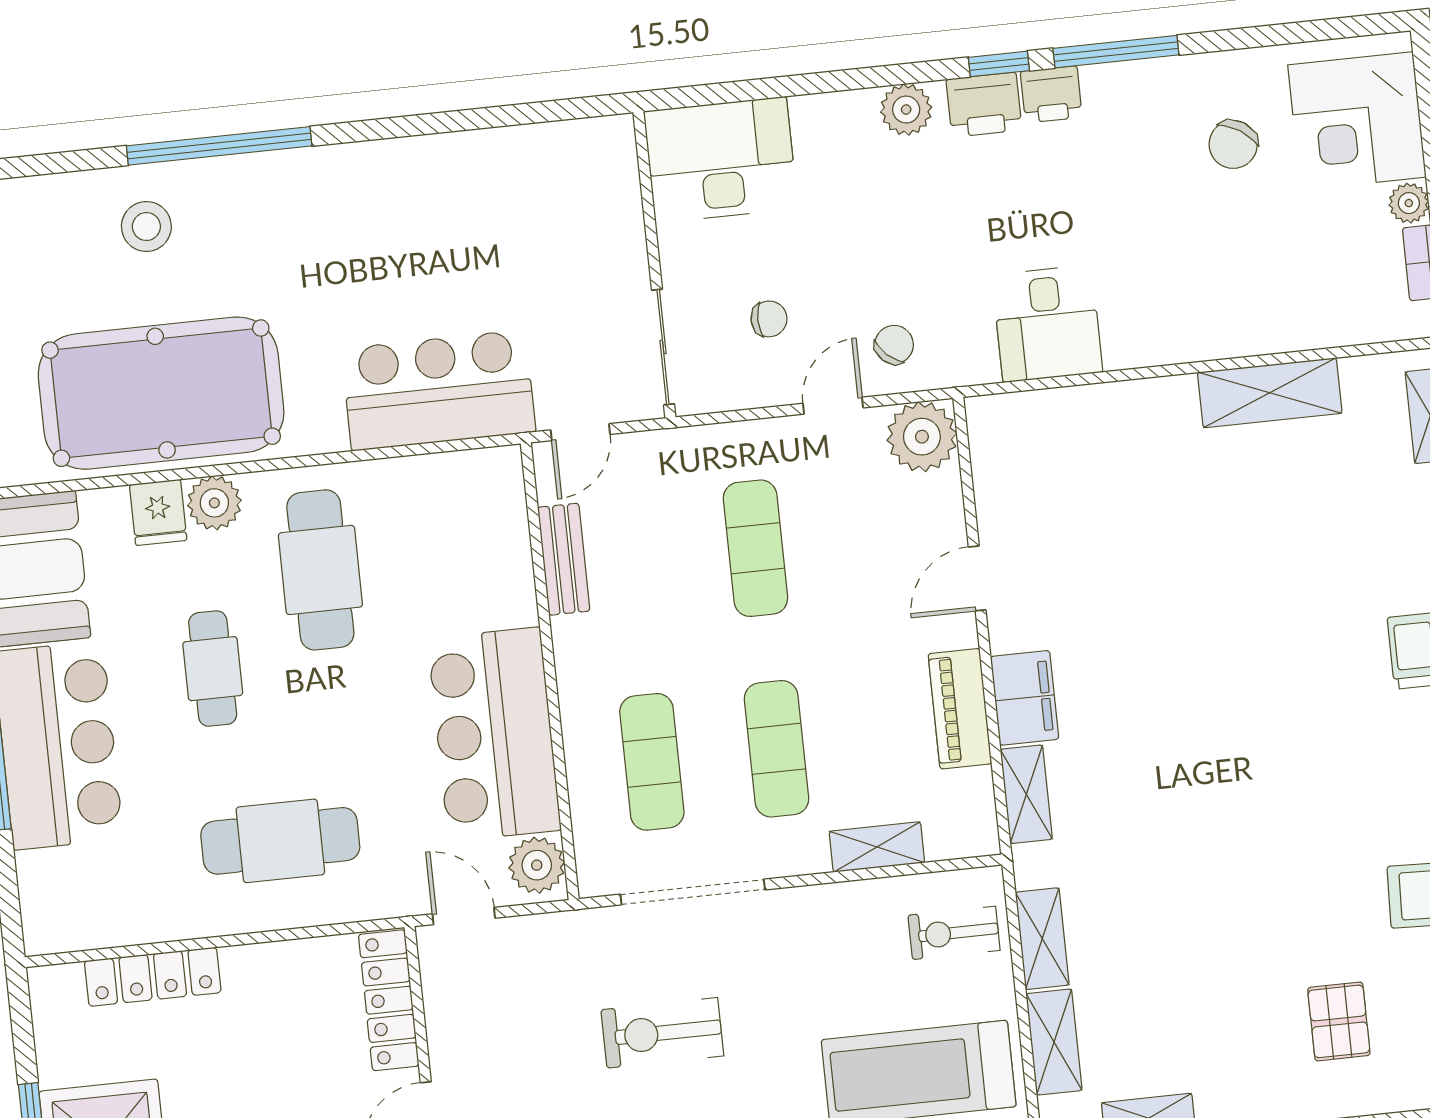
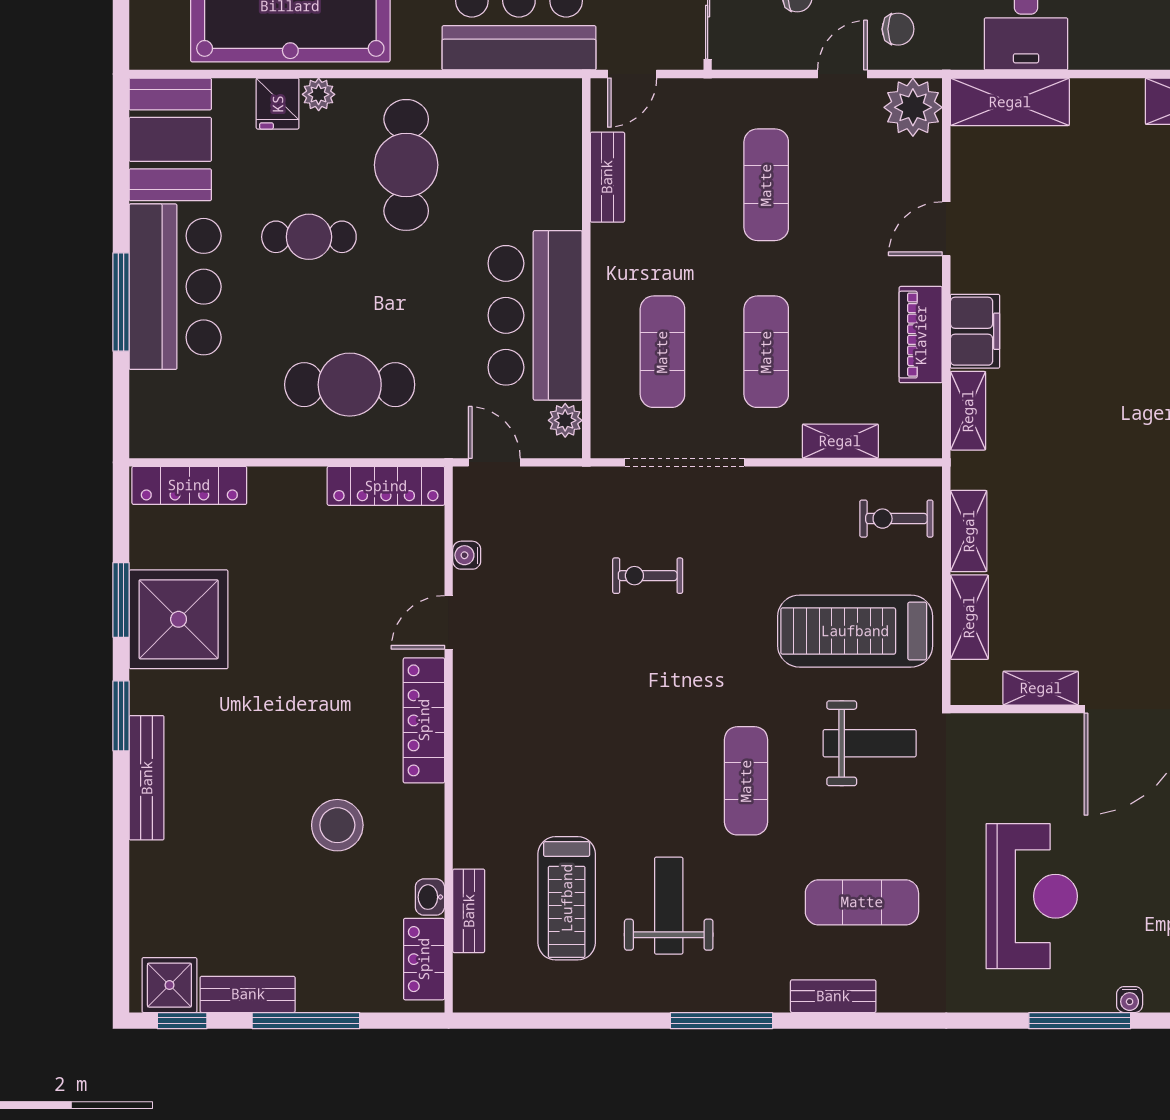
chair: (894, 345) -> (898, 29), turned 47
shelving: (1038, 418) -> (1010, 102), added
plant: (214, 503) -> (319, 94), width x0.73, depth x0.73
cafe table: (213, 669) -> (309, 237), turned 90
plant: (537, 865) -> (565, 420), width x0.73, depth x0.73
locker: (153, 977) -> (189, 485), moved
locker: (389, 1000) -> (386, 486), moved, turned -90
water cooler: (442, 1031) -> (467, 555), added
exercise bike: (662, 1033) -> (648, 576), width x0.73, depth x0.72

